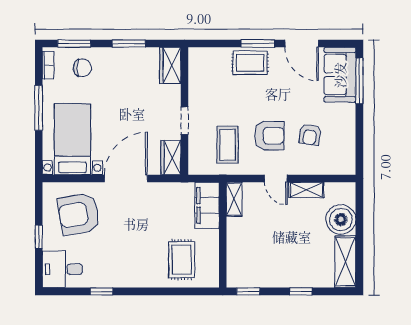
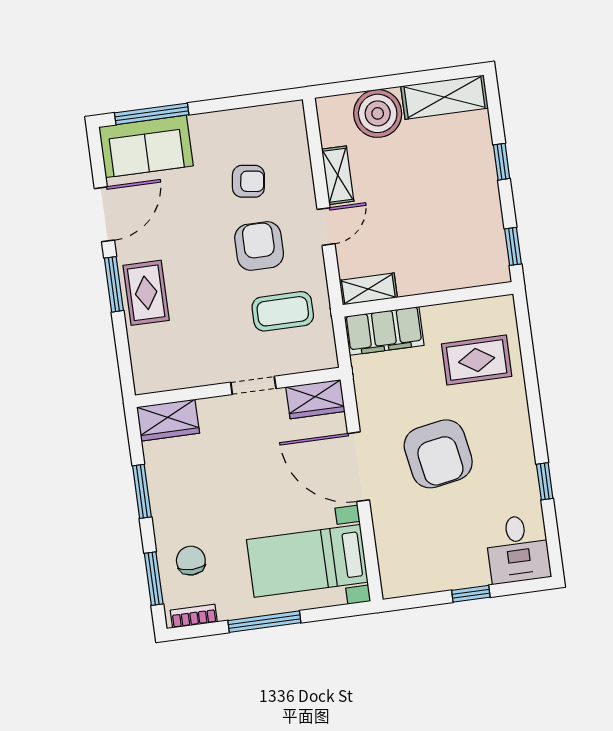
armchair: (79, 214) -> (438, 454), moved

